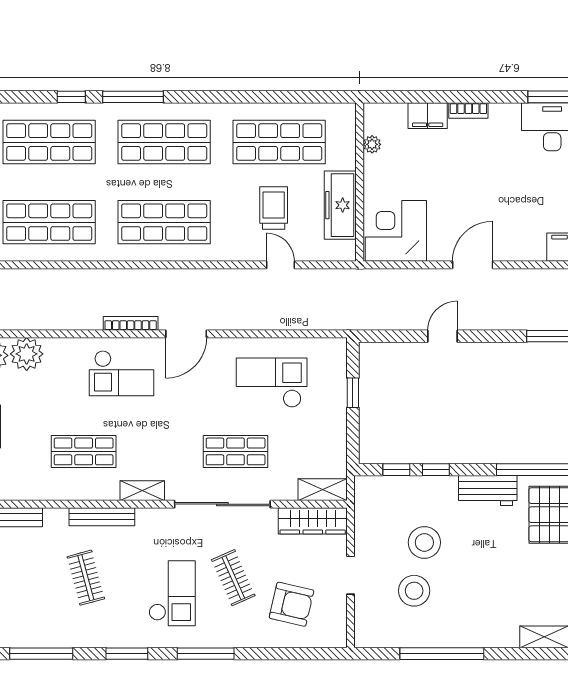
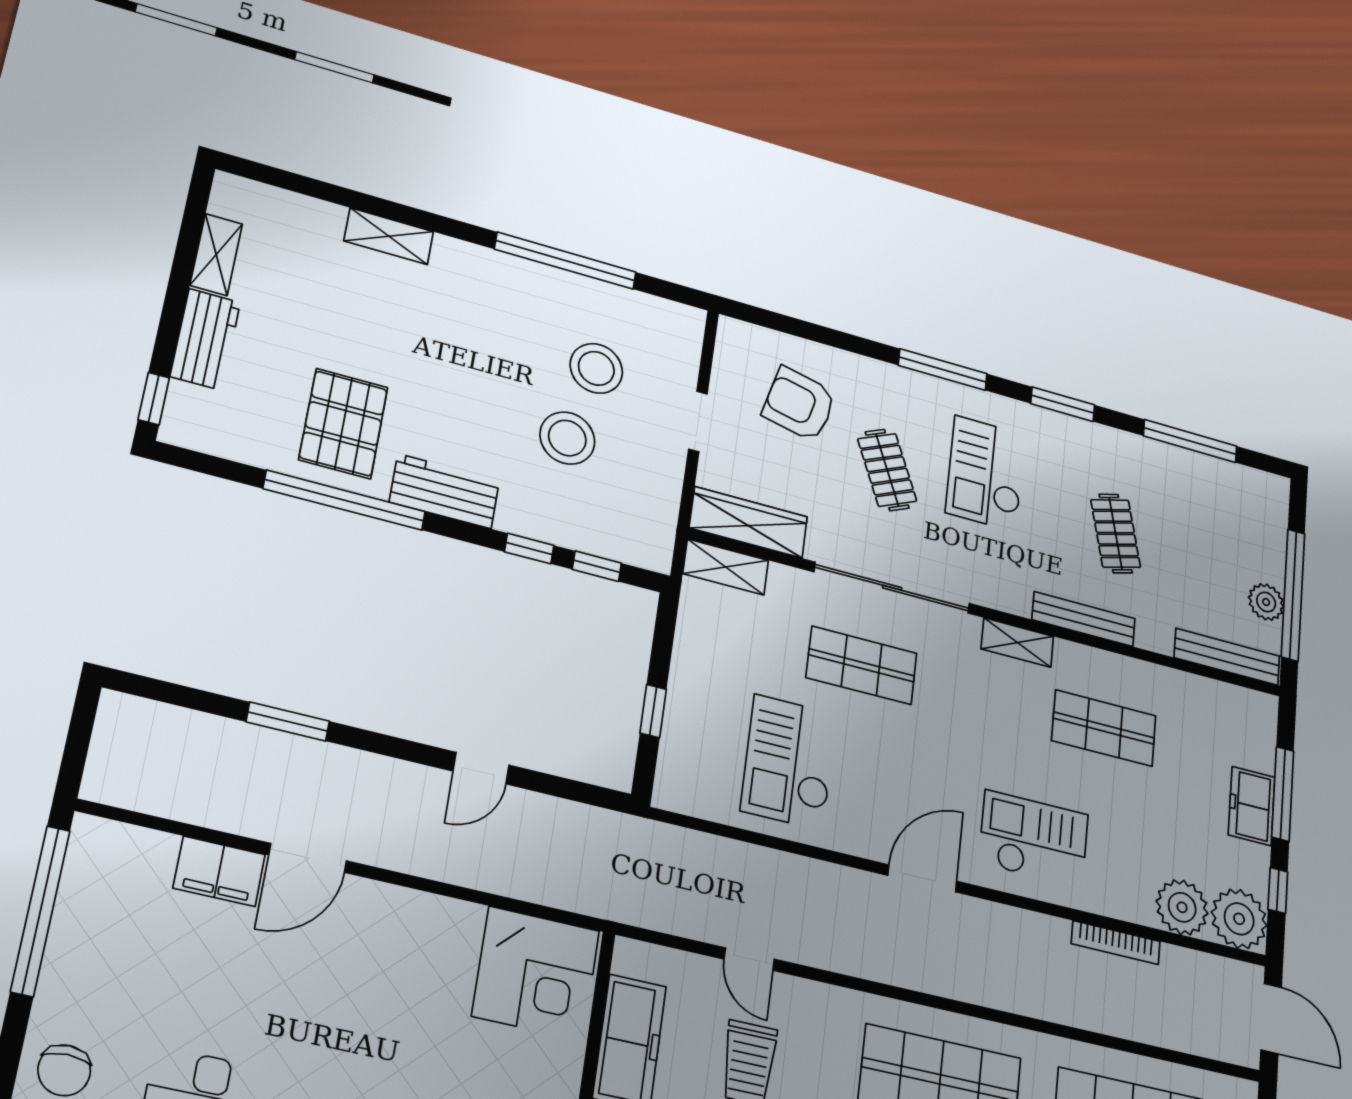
door: (473, 265) -> (308, 858), moved
bookcase: (131, 323) -> (1116, 943), moved
checkout: (272, 383) -> (789, 762), turned 90

